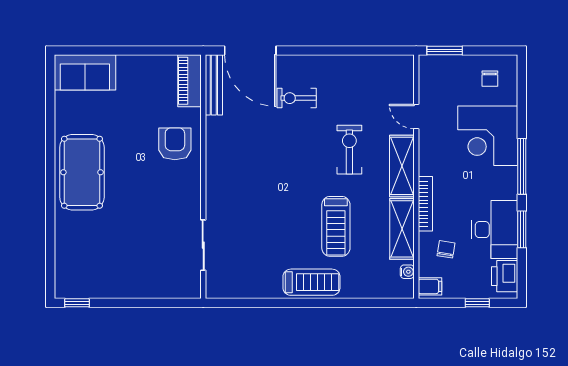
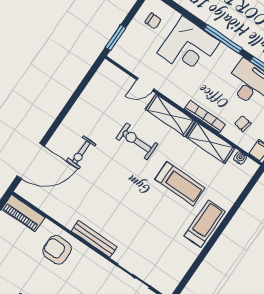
bench: (214, 85) -> (94, 239), moved

